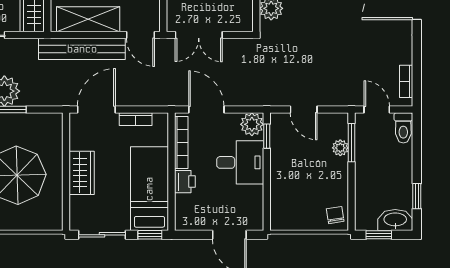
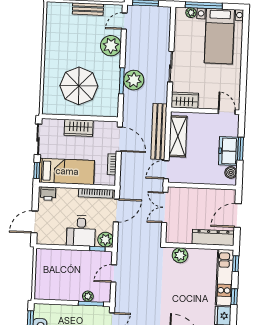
printer: (185, 182) -> (48, 194), moved
chair: (335, 215) -> (44, 291), removed

